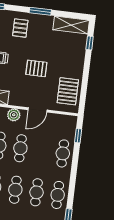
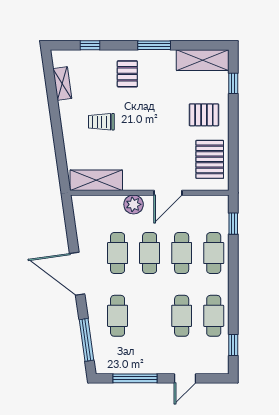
pallet: (36, 68) -> (204, 115), moved
cafe table: (15, 190) -> (182, 253), moved

